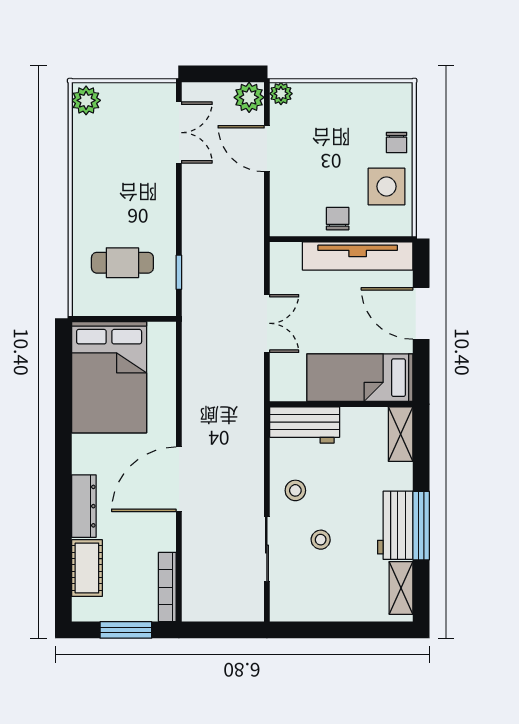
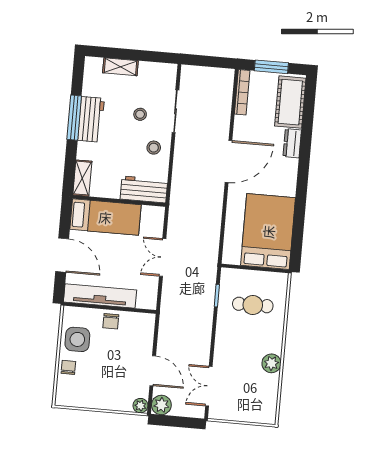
plant: (86, 100) -> (271, 363), moved
dresser: (84, 506) -> (292, 143), width x0.70
cot: (87, 568) -> (290, 102), width x1.37, depth x1.34
shelving: (401, 588) -> (120, 67), moved, turned 90

